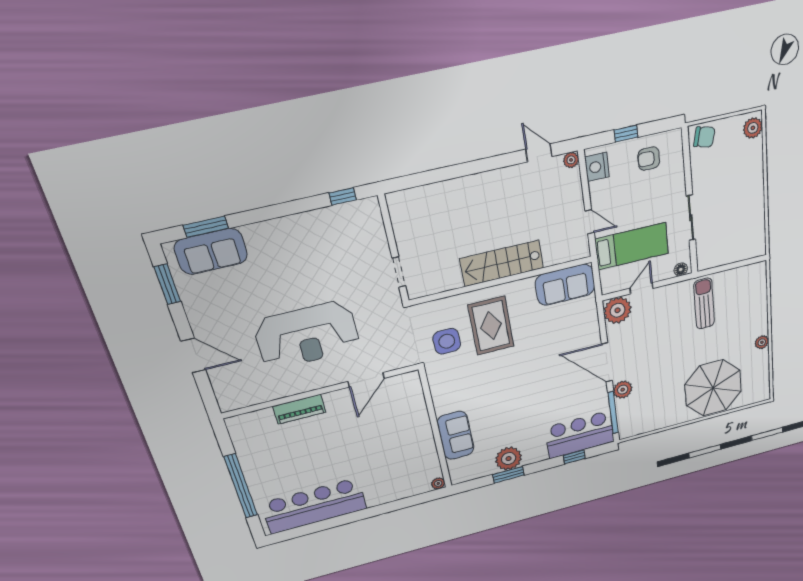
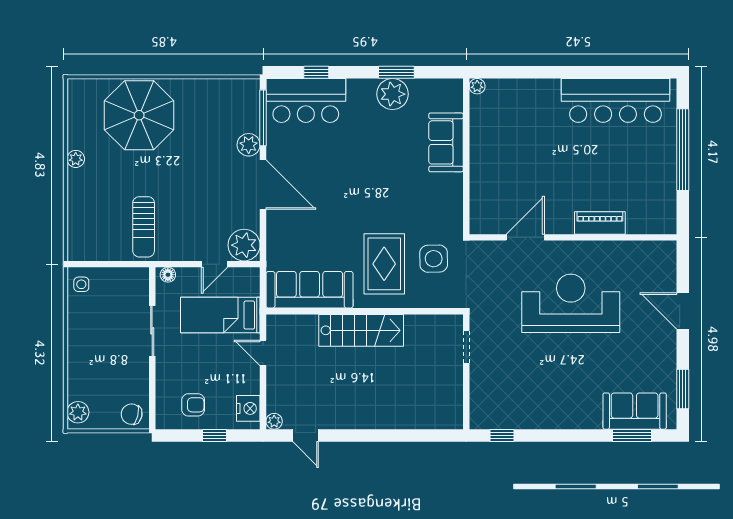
side table: (754, 243) -> (81, 284), added
sofa: (565, 285) -> (310, 290), width x1.36

